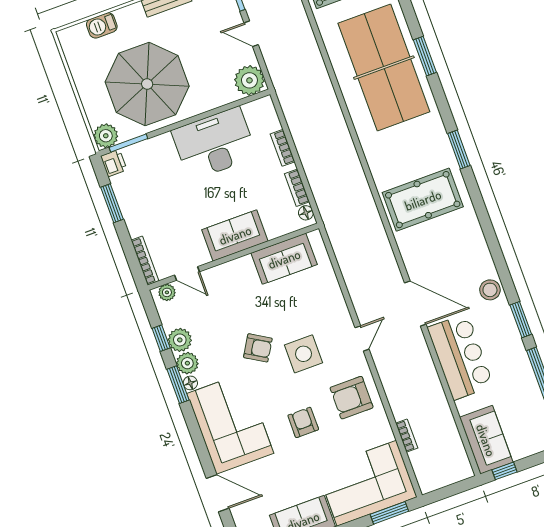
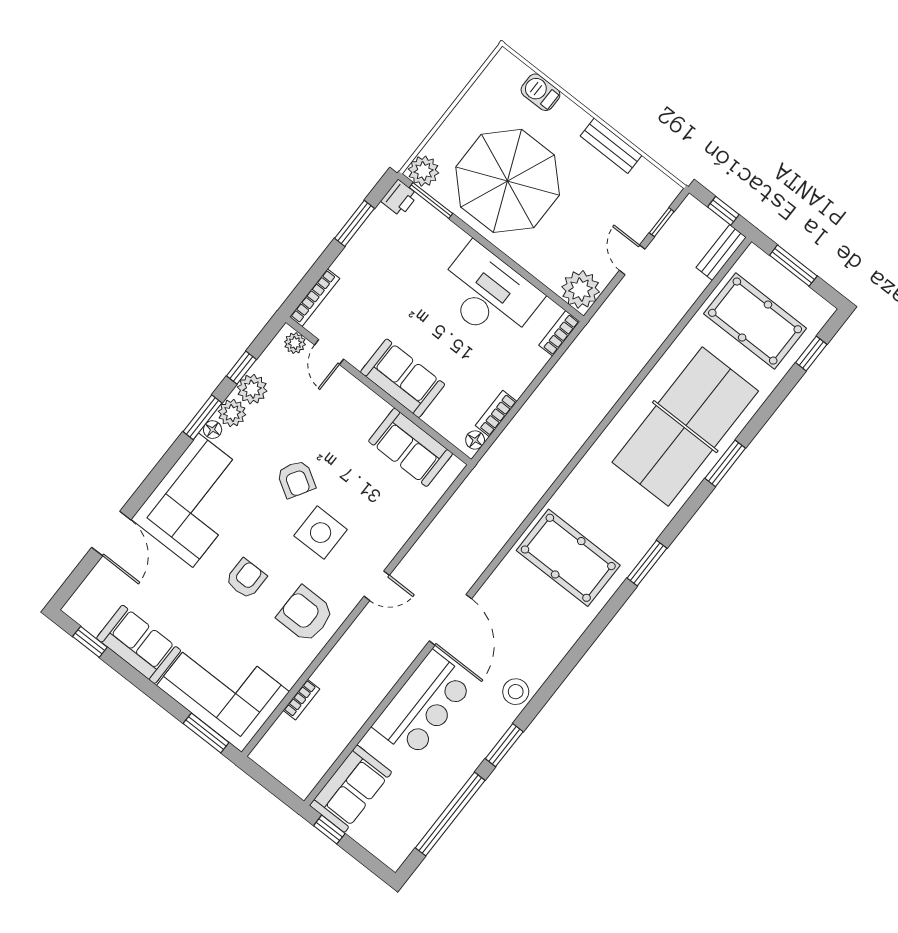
bookcase: (283, 148) -> (559, 333), moved

